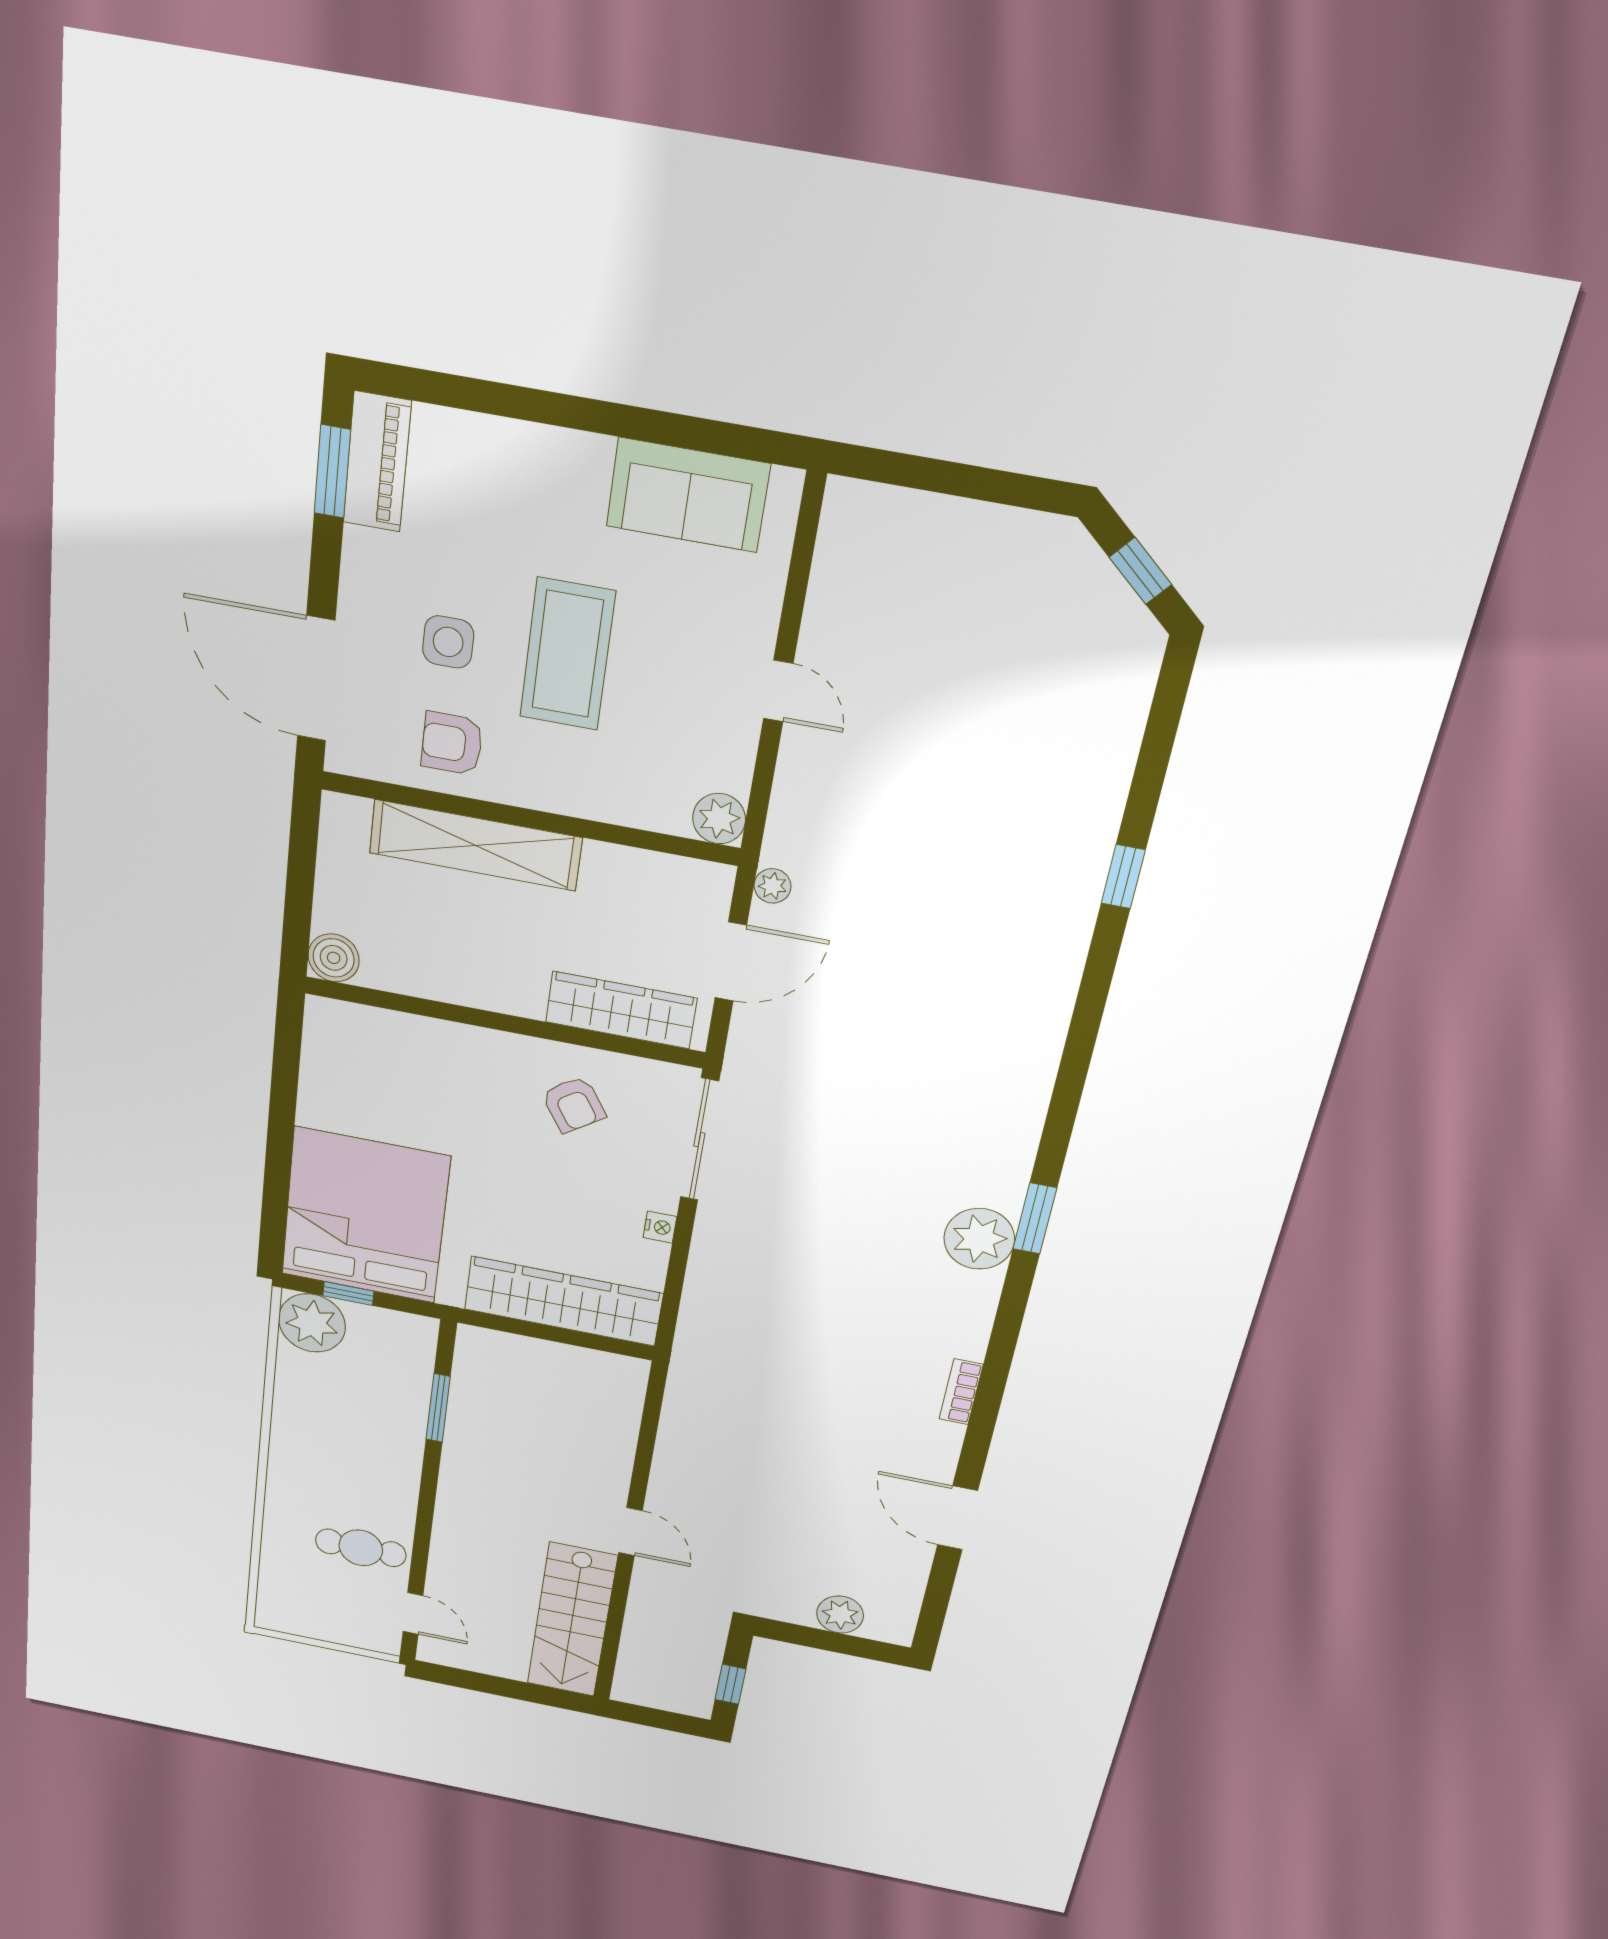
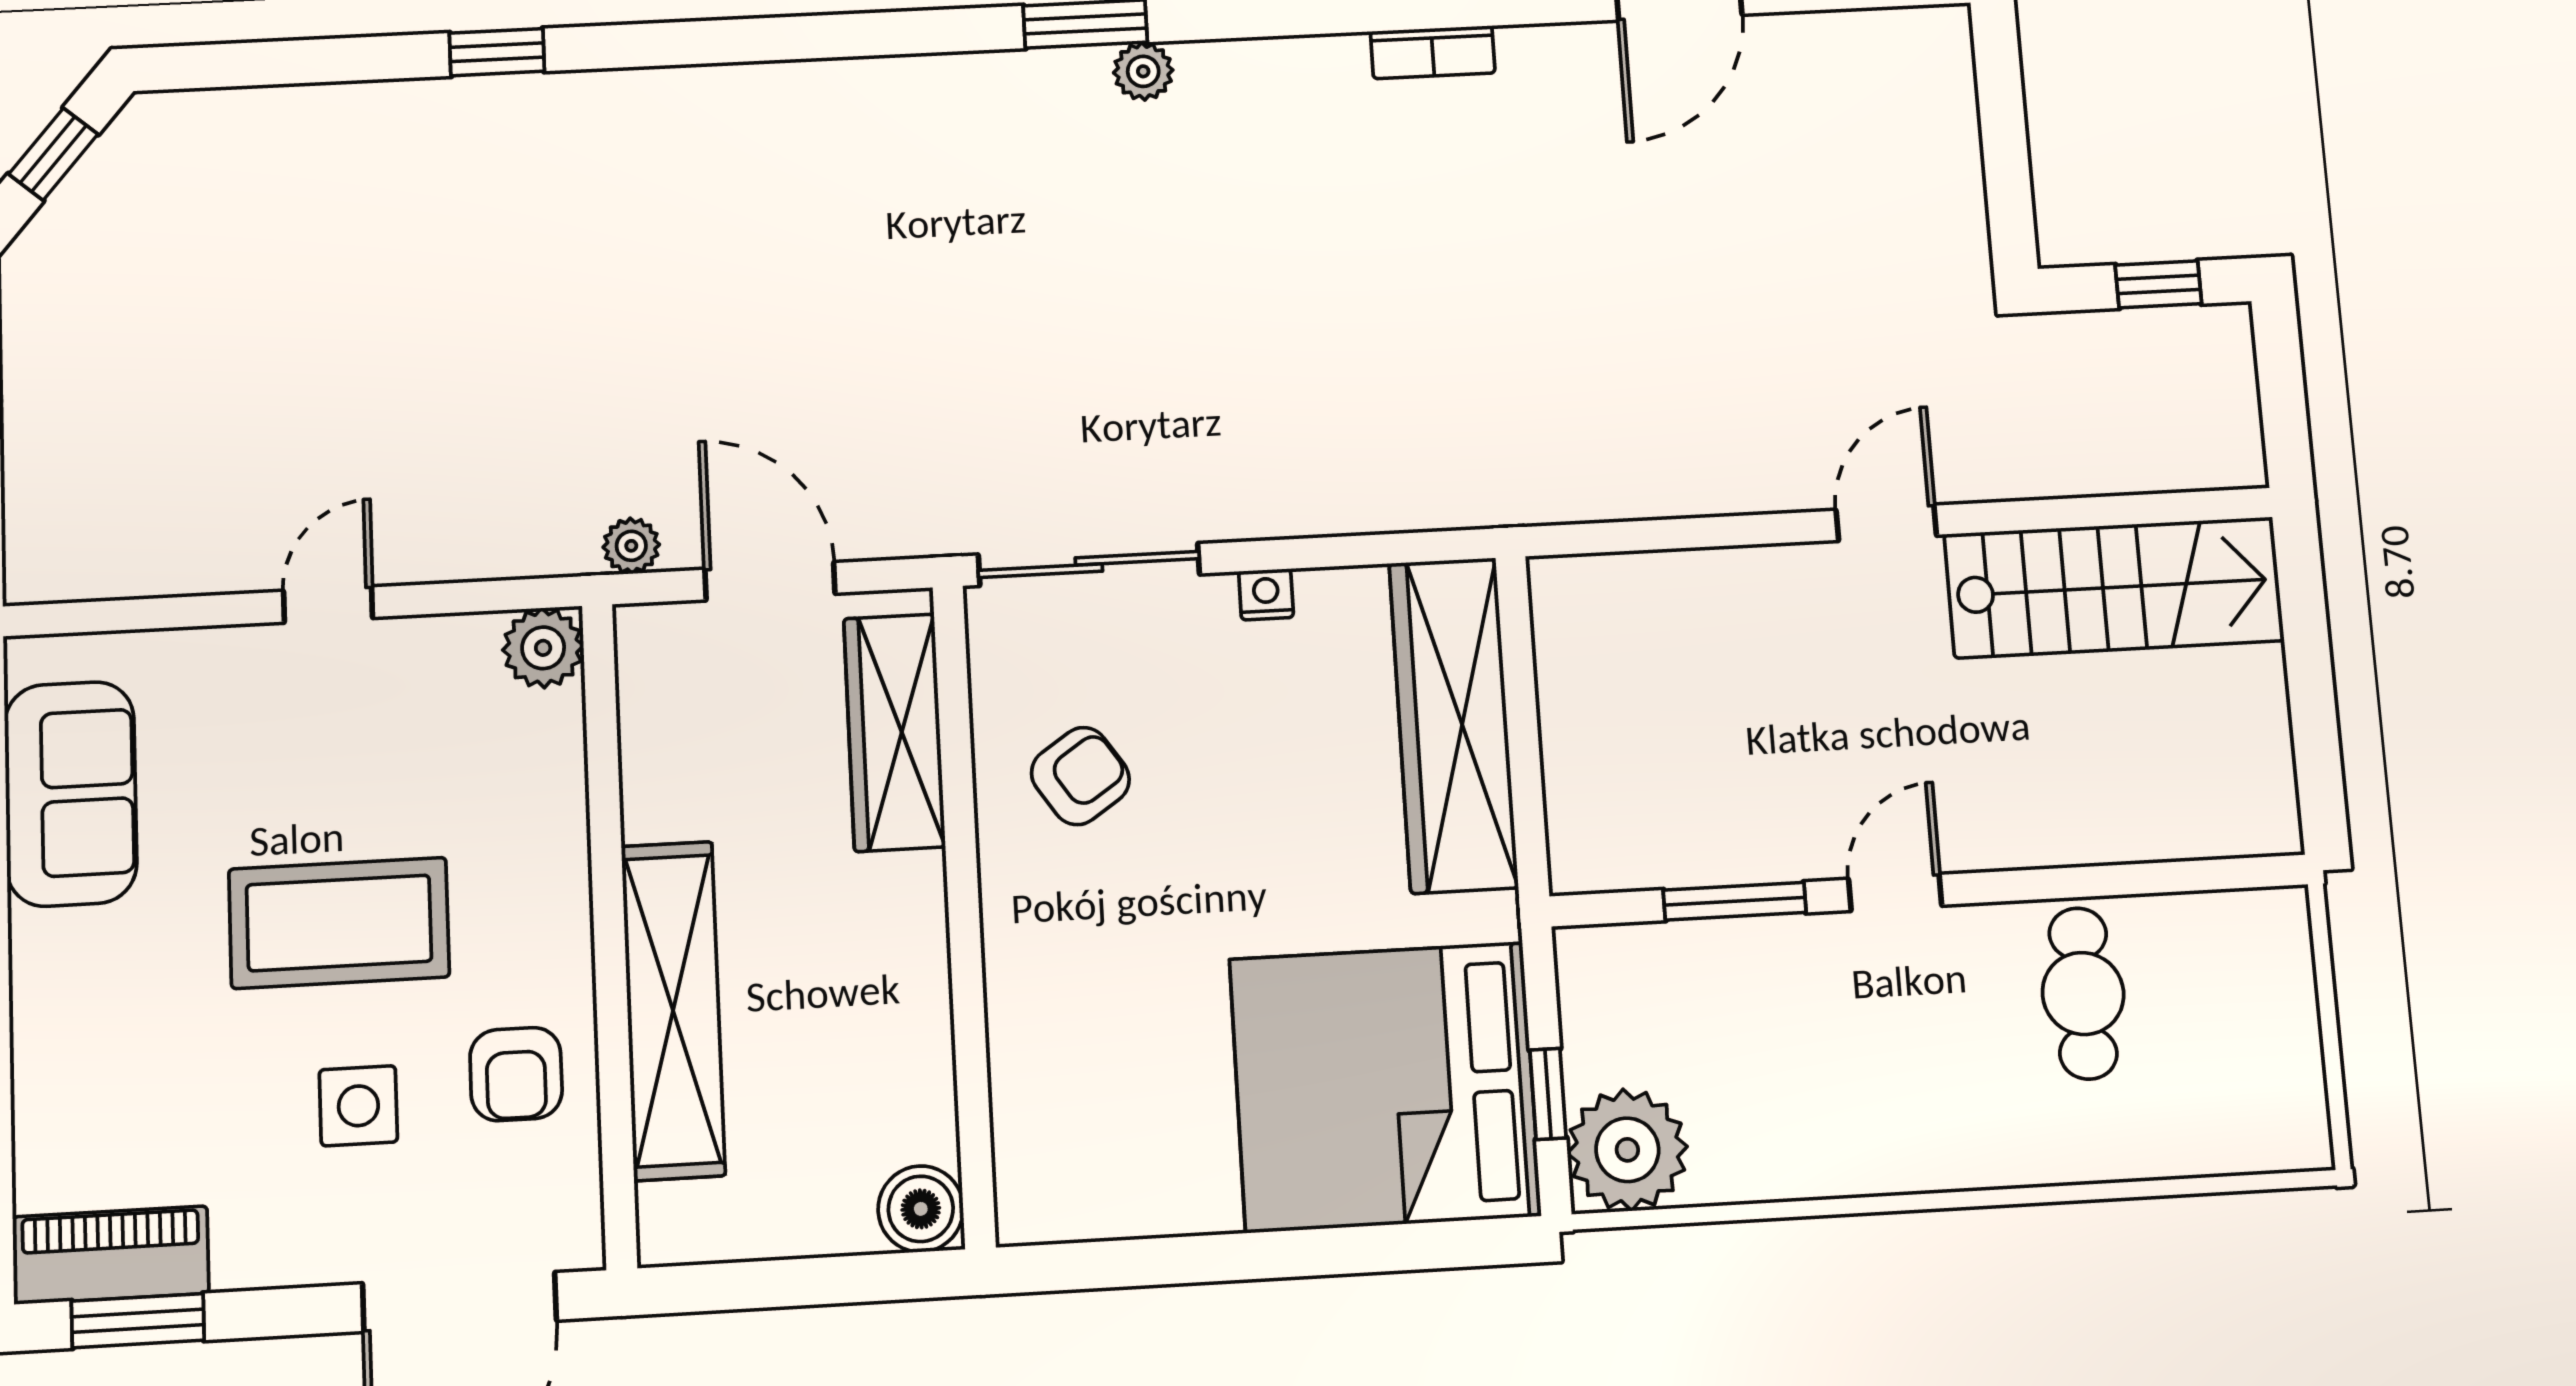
plant: (979, 1239) -> (1143, 71), width x0.53, depth x0.53
door: (413, 1613) -> (1895, 892), moved
plant: (840, 1615) -> (1942, 135), removed

